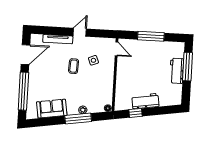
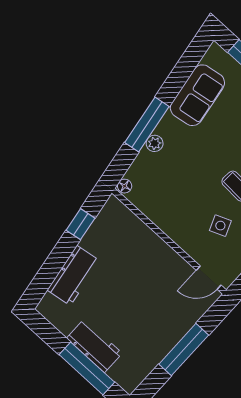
workbench: (145, 101) -> (73, 275), moved

